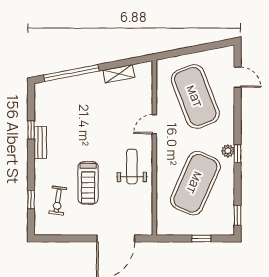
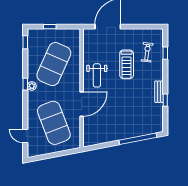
shelving: (119, 74) -> (106, 138), removed
door: (154, 124) -> (82, 104), width x1.88
treadmill: (88, 183) -> (127, 64), turned 180

